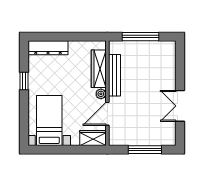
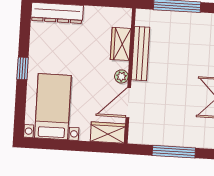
wardrobe: (99, 69) -> (121, 44), width x0.67
window: (24, 81) -> (23, 68), moved

